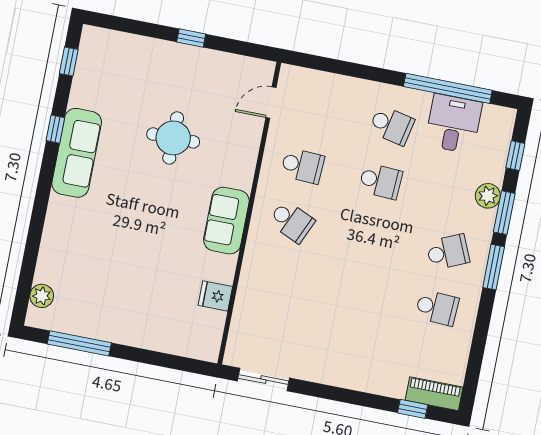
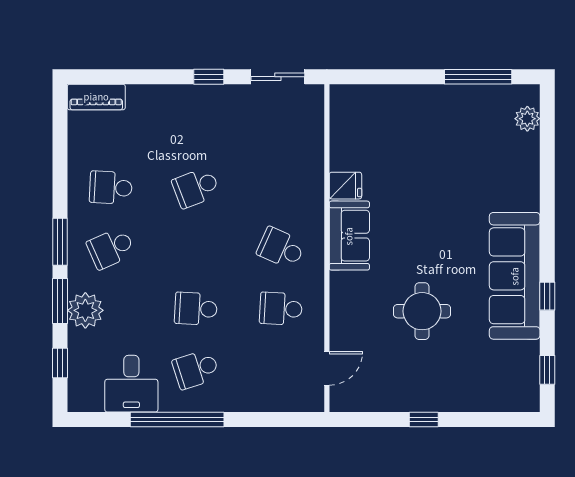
window: (448, 88) -> (177, 420), moved
school desk: (392, 125) -> (196, 369), turned -30
sofa: (77, 153) -> (515, 276), width x1.36, depth x1.27
plant: (488, 196) -> (85, 310), width x1.36, depth x1.36
school desk: (359, 292) -> (196, 188), added
fridge: (215, 296) -> (345, 186), moved
window: (413, 409) -> (209, 77), moved

